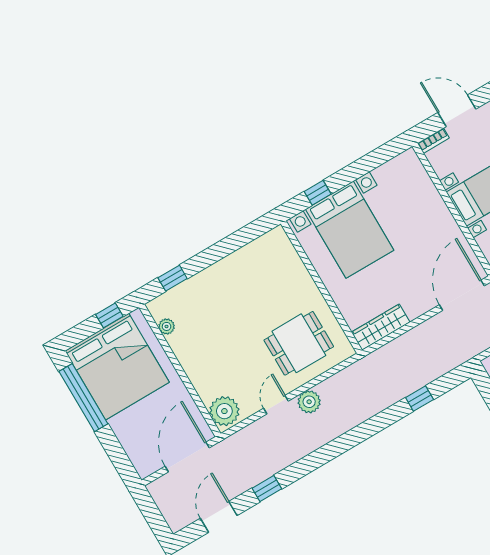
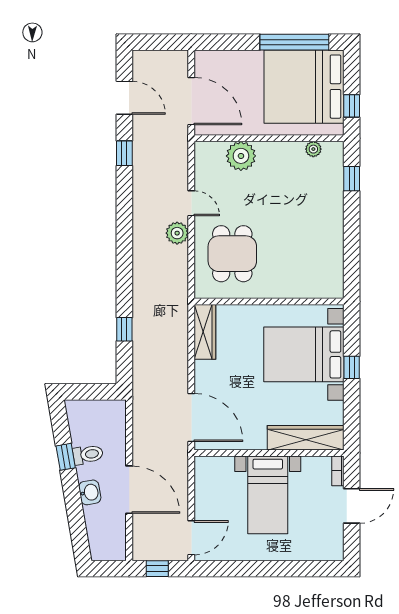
wardrobe: (421, 186) -> (306, 438), added
window: (318, 193) -> (352, 367), moved
plant: (224, 411) -> (241, 156), moved

